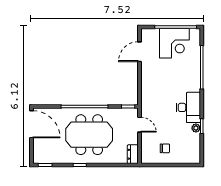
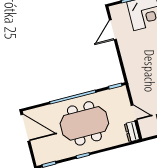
door: (140, 125) -> (134, 113), moved

